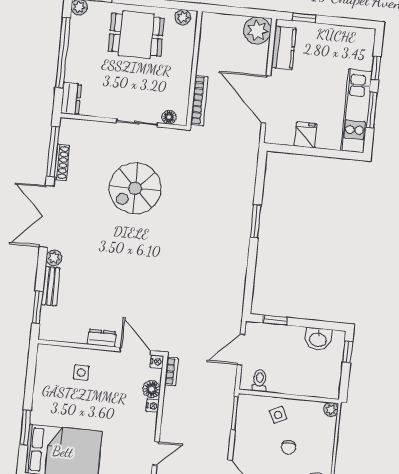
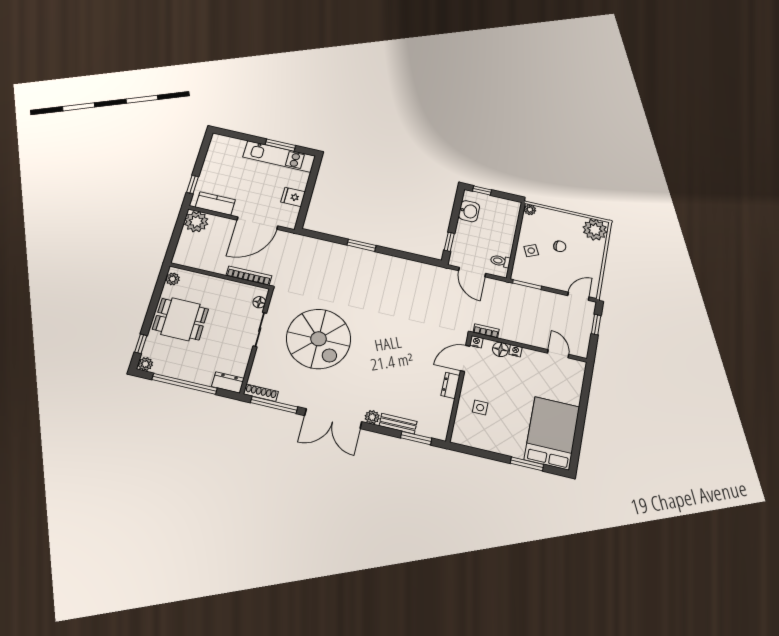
dining table: (136, 35) -> (180, 319), turned 90
window: (376, 68) -> (246, 137), removed
shoe rack: (62, 162) -> (261, 393), moved
spiral stairs: (135, 188) -> (319, 339), width x1.37, depth x1.37

